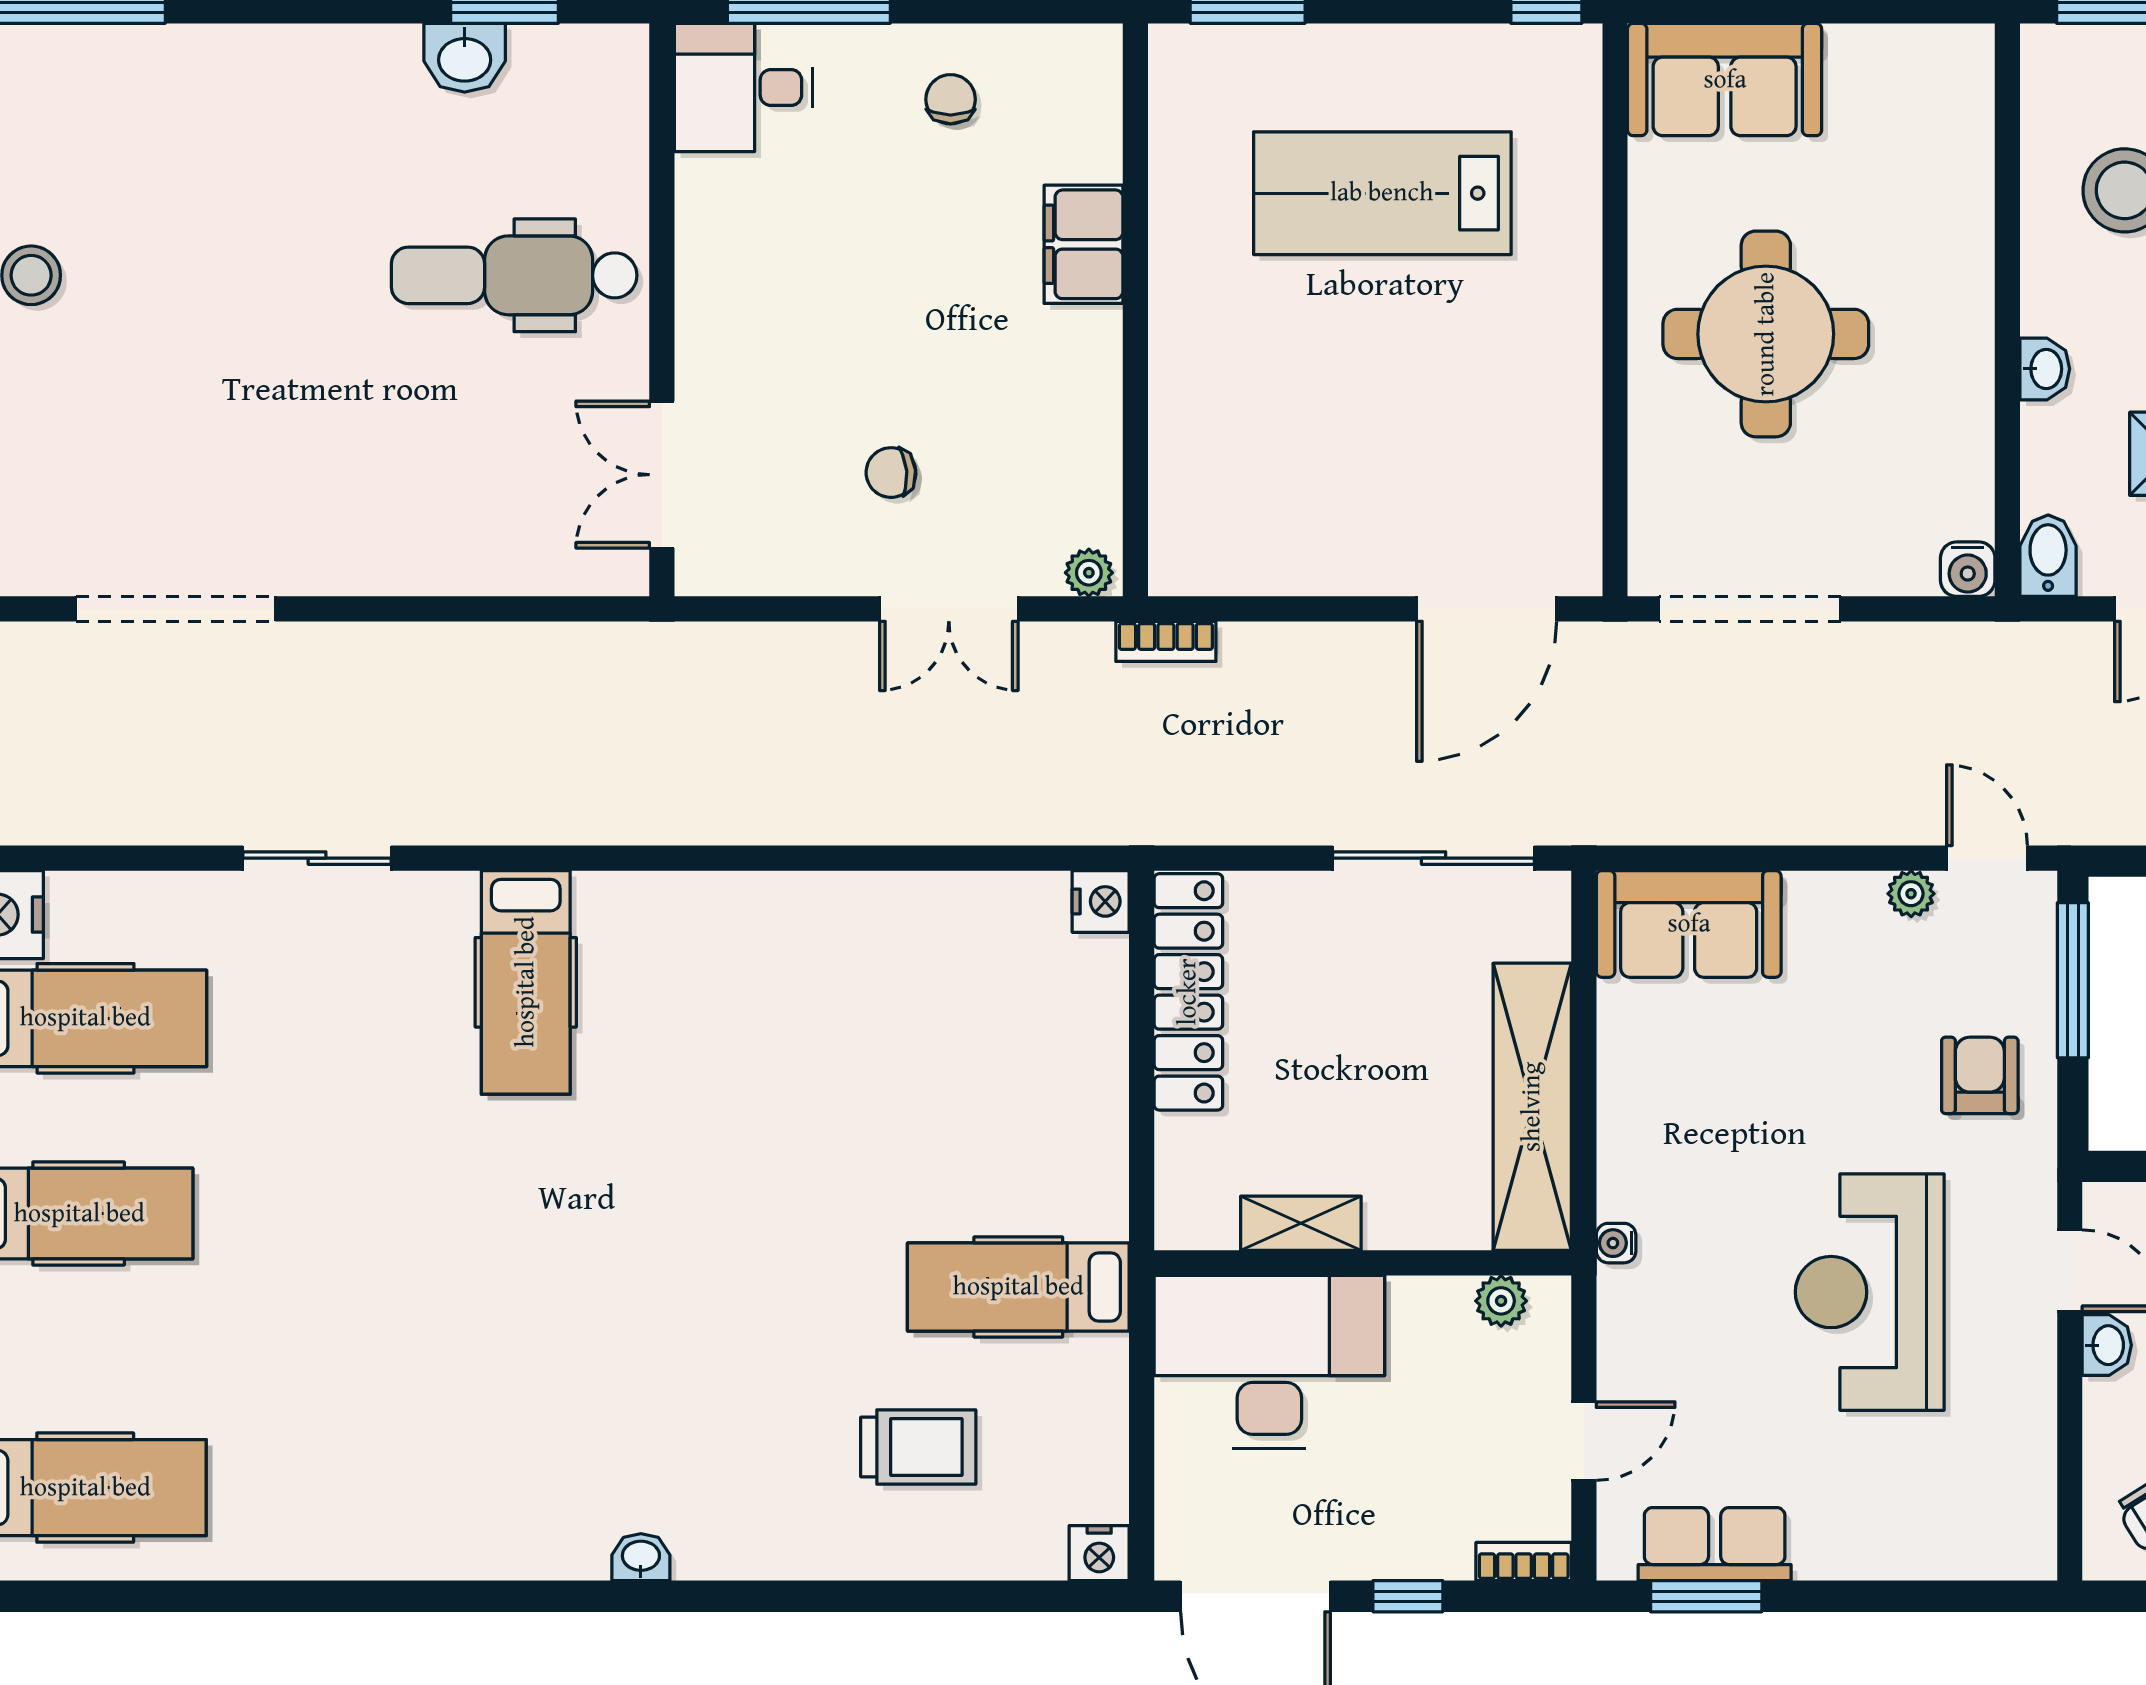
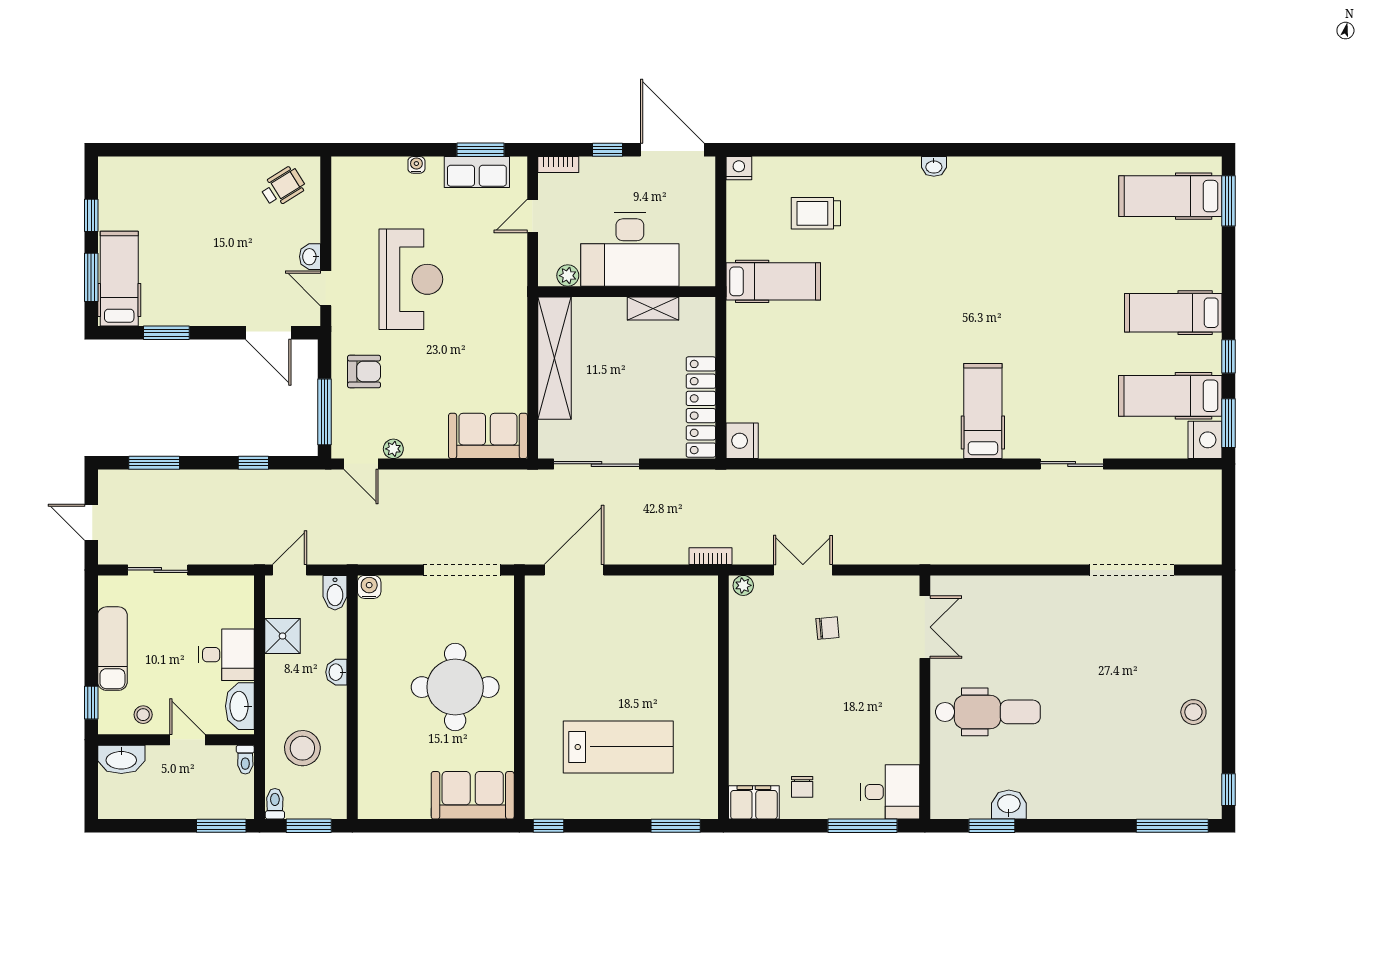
filing cabinet: (1083, 244) -> (754, 802), moved, turned -90
nightstand: (1101, 901) -> (742, 441), width x1.36, depth x1.33
armchair: (1980, 1075) -> (364, 371), turned -90
water cooler: (1616, 1243) -> (416, 165), moved, turned -90
desk: (1269, 1362) -> (630, 250), moved

